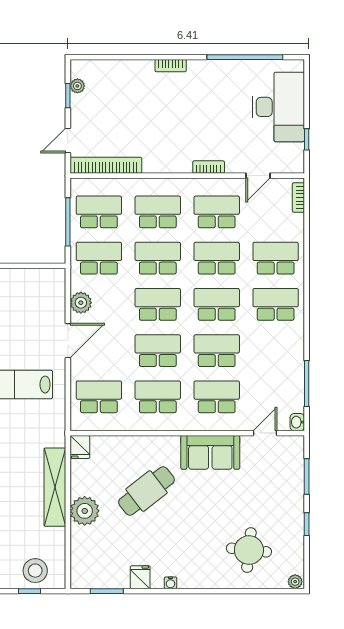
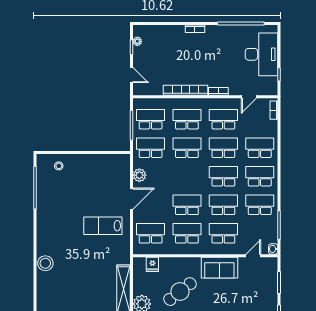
door: (68, 141) -> (131, 75), swing flipped
bookcase: (106, 165) -> (186, 90), moved
school desk: (158, 304) -> (260, 205), moved
fridge: (80, 447) -> (152, 264), moved

